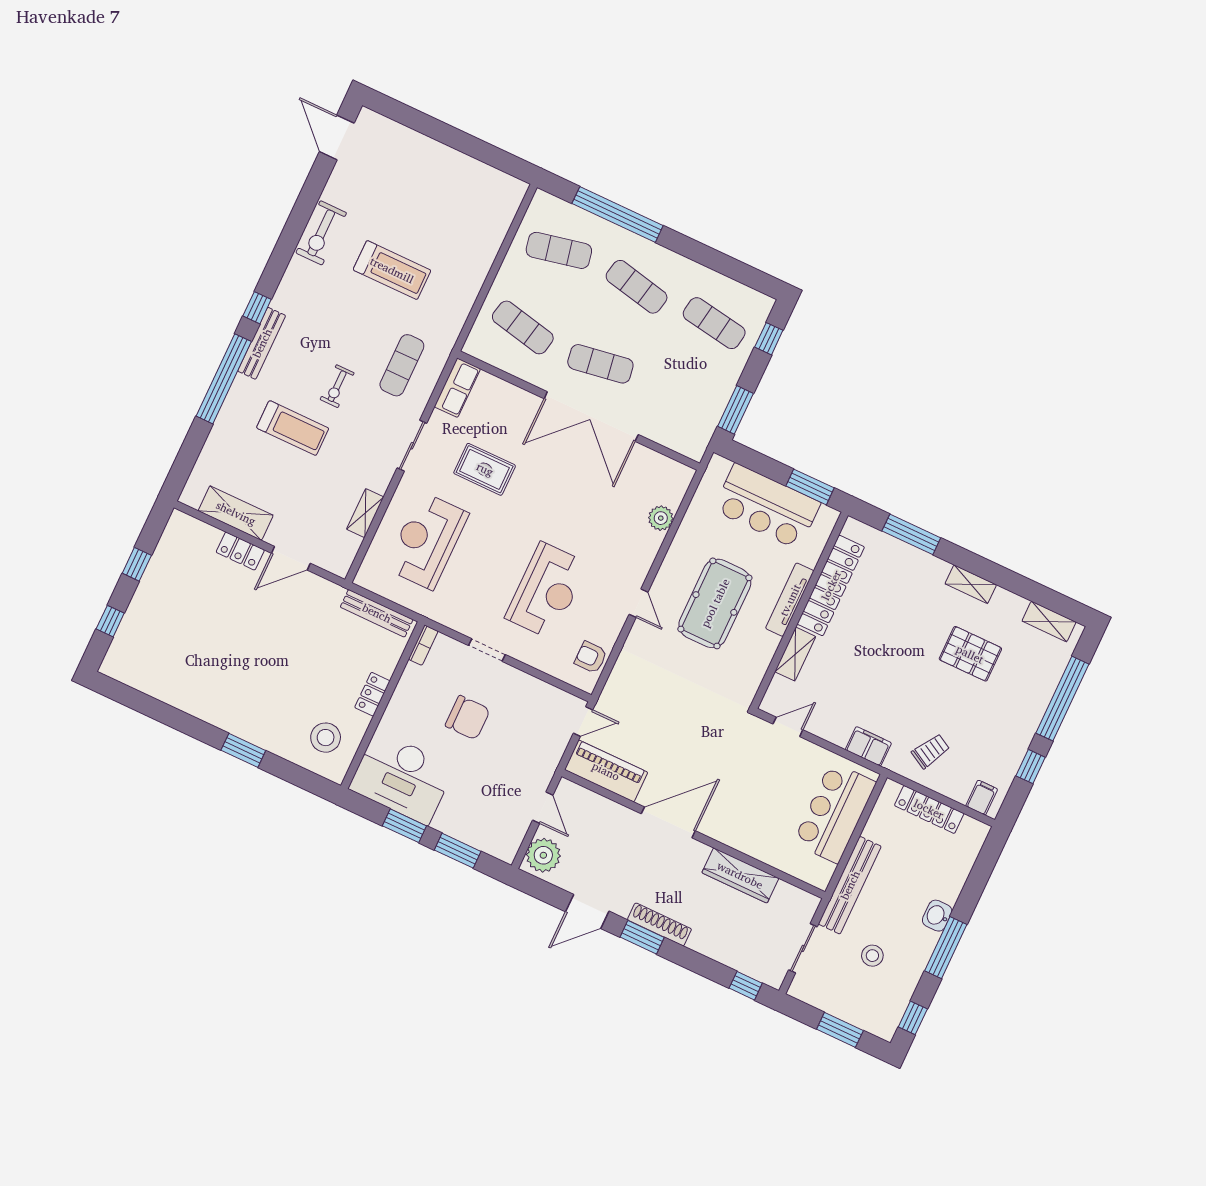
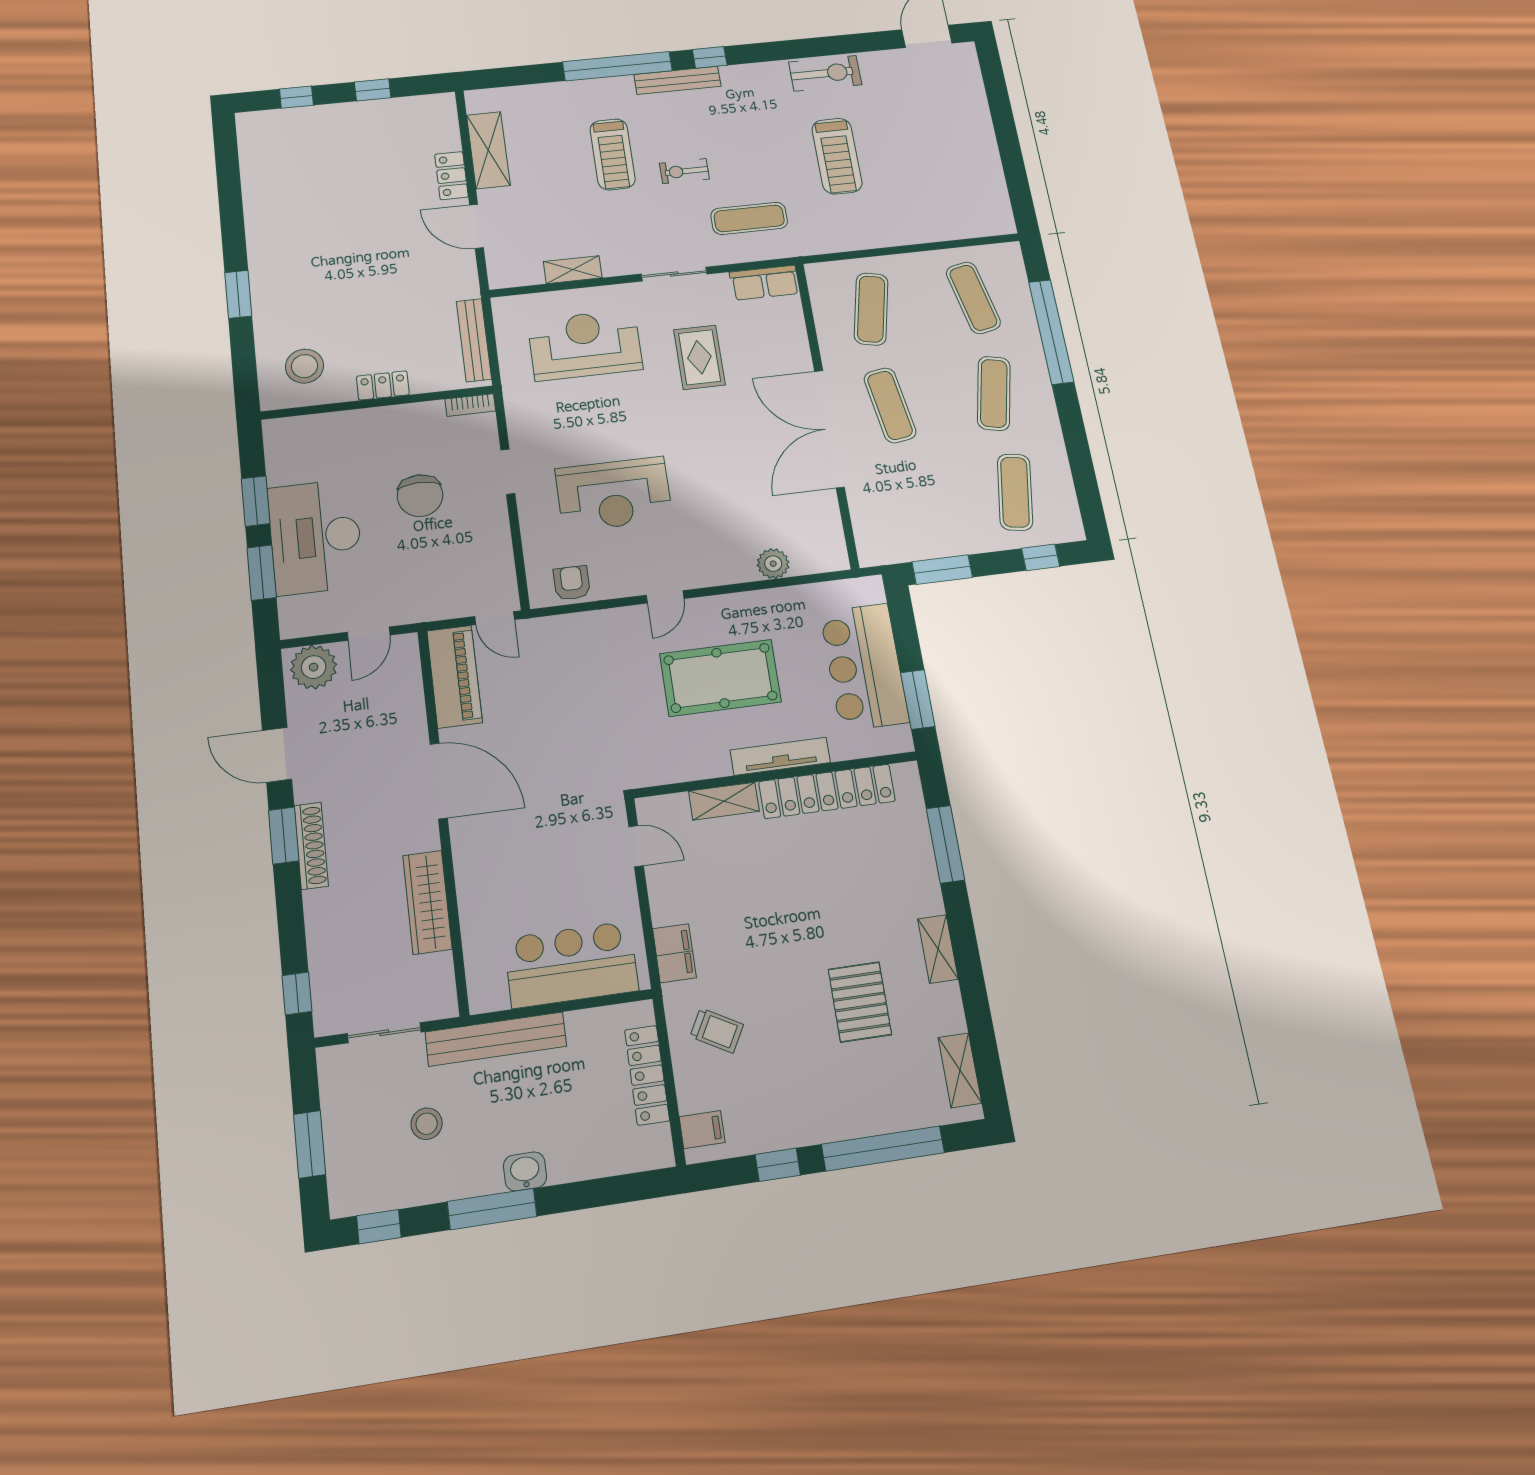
exercise bike: (321, 233) -> (825, 73), turned 180
desk: (402, 778) -> (315, 537), moved

